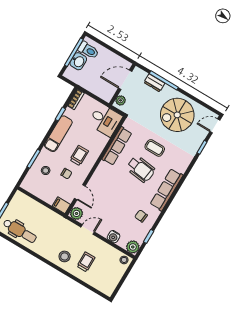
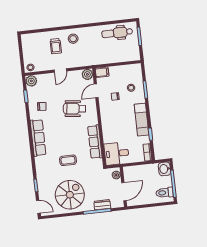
washbasin: (78, 61) -> (165, 169), moved
door: (215, 126) -> (38, 207), hinge flipped
trolley: (79, 156) -> (116, 116), removed
wheelchair: (141, 169) -> (75, 109), moved
door: (80, 192) -> (96, 91), hinge flipped
door: (88, 230) -> (60, 70), moved
water cooler: (114, 237) -> (50, 78), removed

